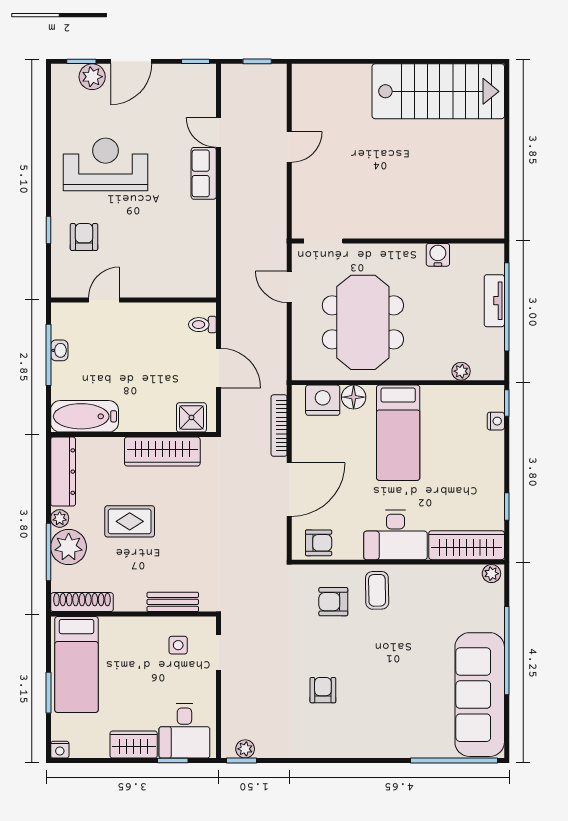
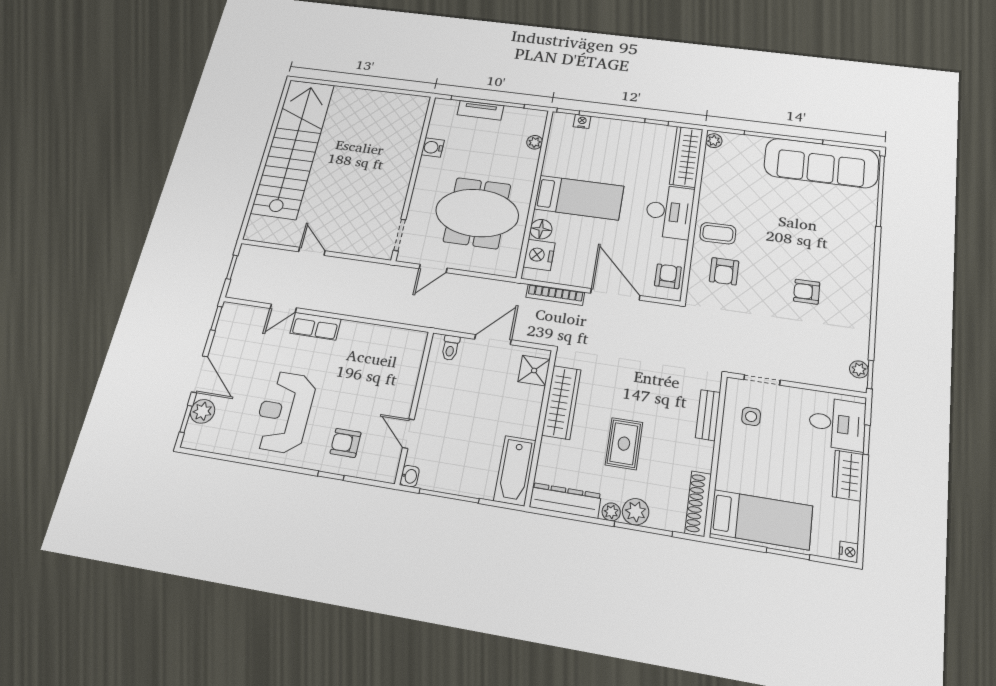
stairs: (438, 91) -> (293, 148), width x1.36
washbasin: (59, 350) -> (410, 476), moved, turned 90
plant: (69, 547) -> (636, 512), width x0.73, depth x0.73

